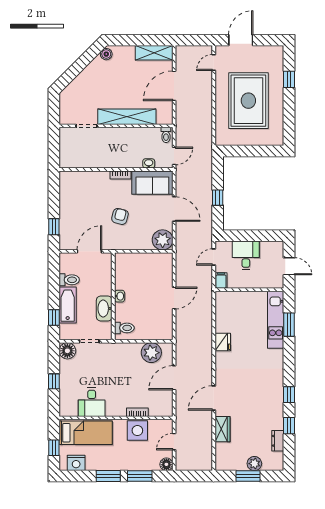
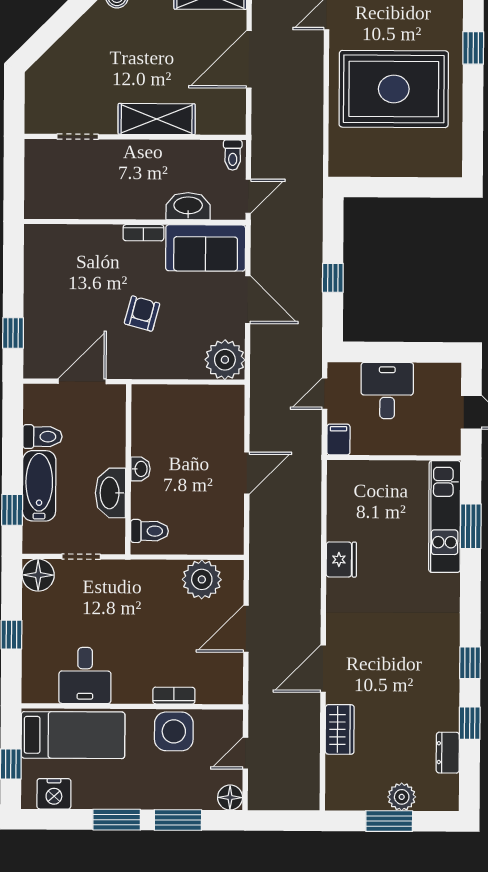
rug: (248, 101) -> (394, 89), turned 90
shelving: (127, 117) -> (157, 119), width x0.68
washbasin: (149, 163) -> (188, 206), width x1.91, depth x1.45

